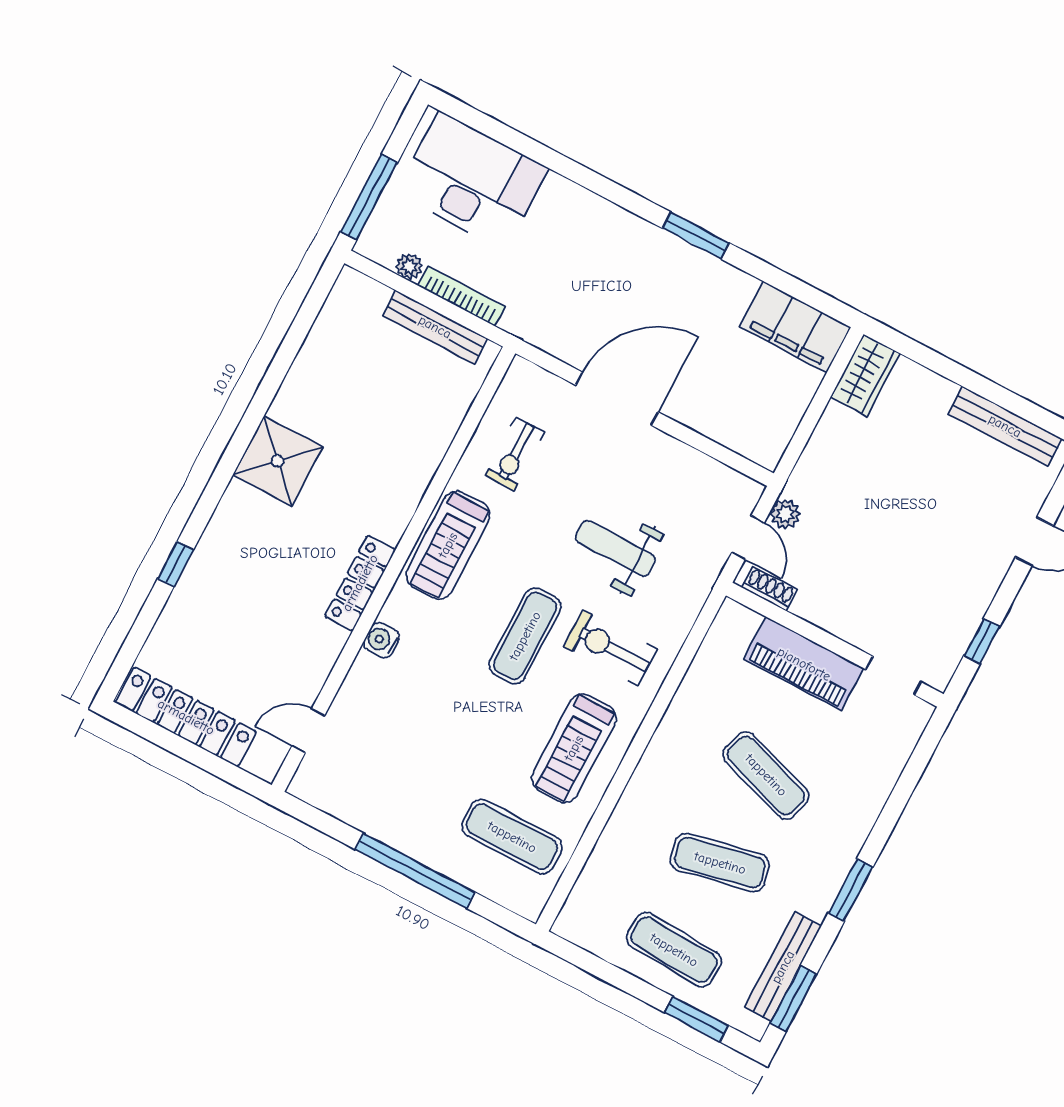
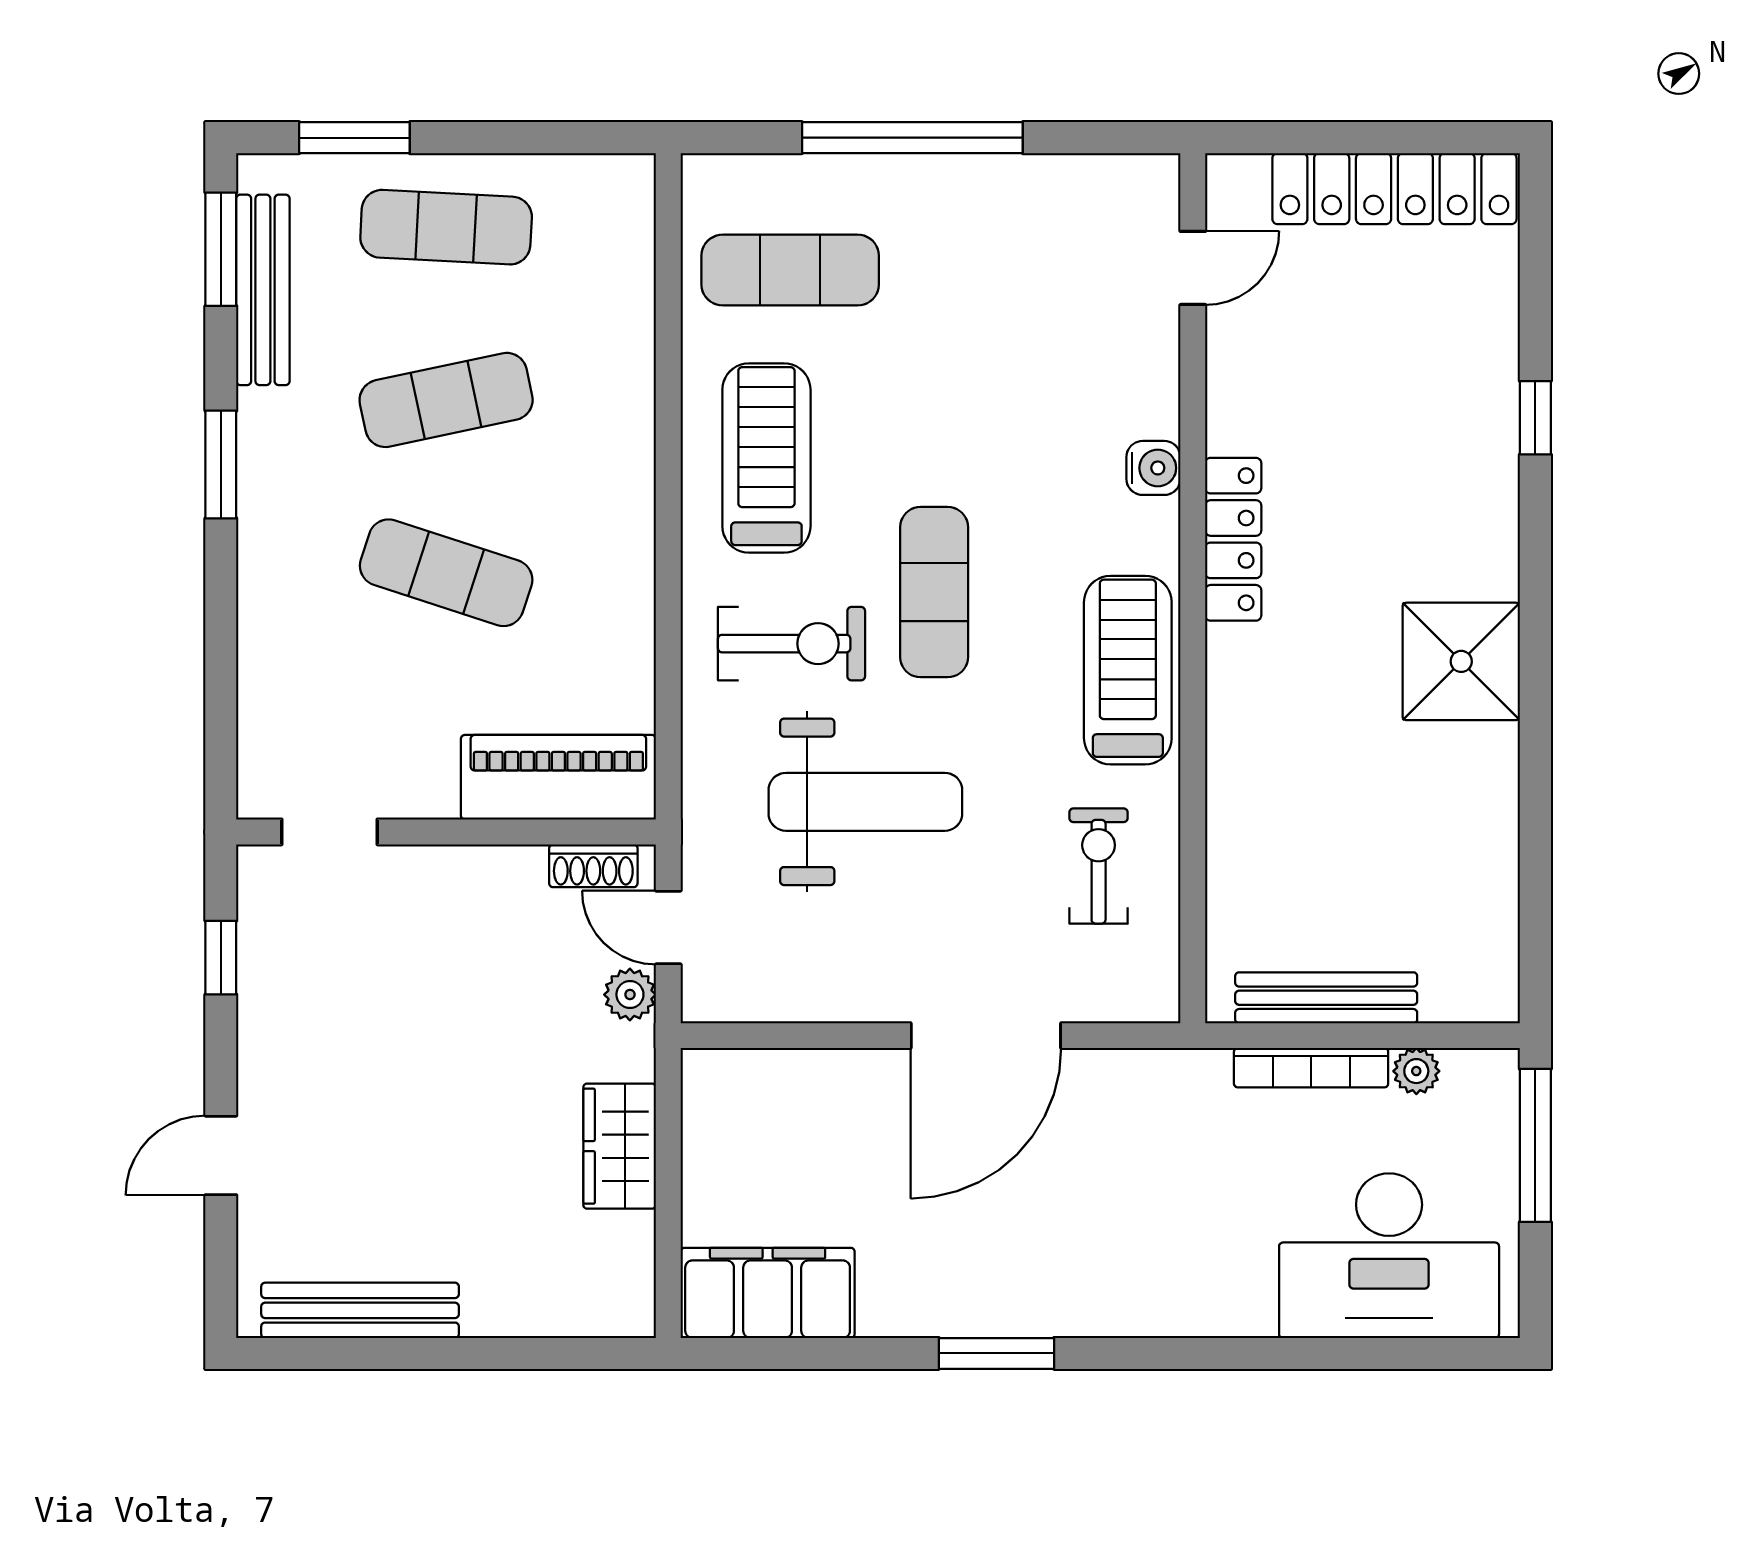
wardrobe: (865, 375) -> (620, 1146), moved
weight bench: (615, 548) -> (865, 802), width x1.36, depth x1.33
piano: (804, 664) -> (558, 777), moved

